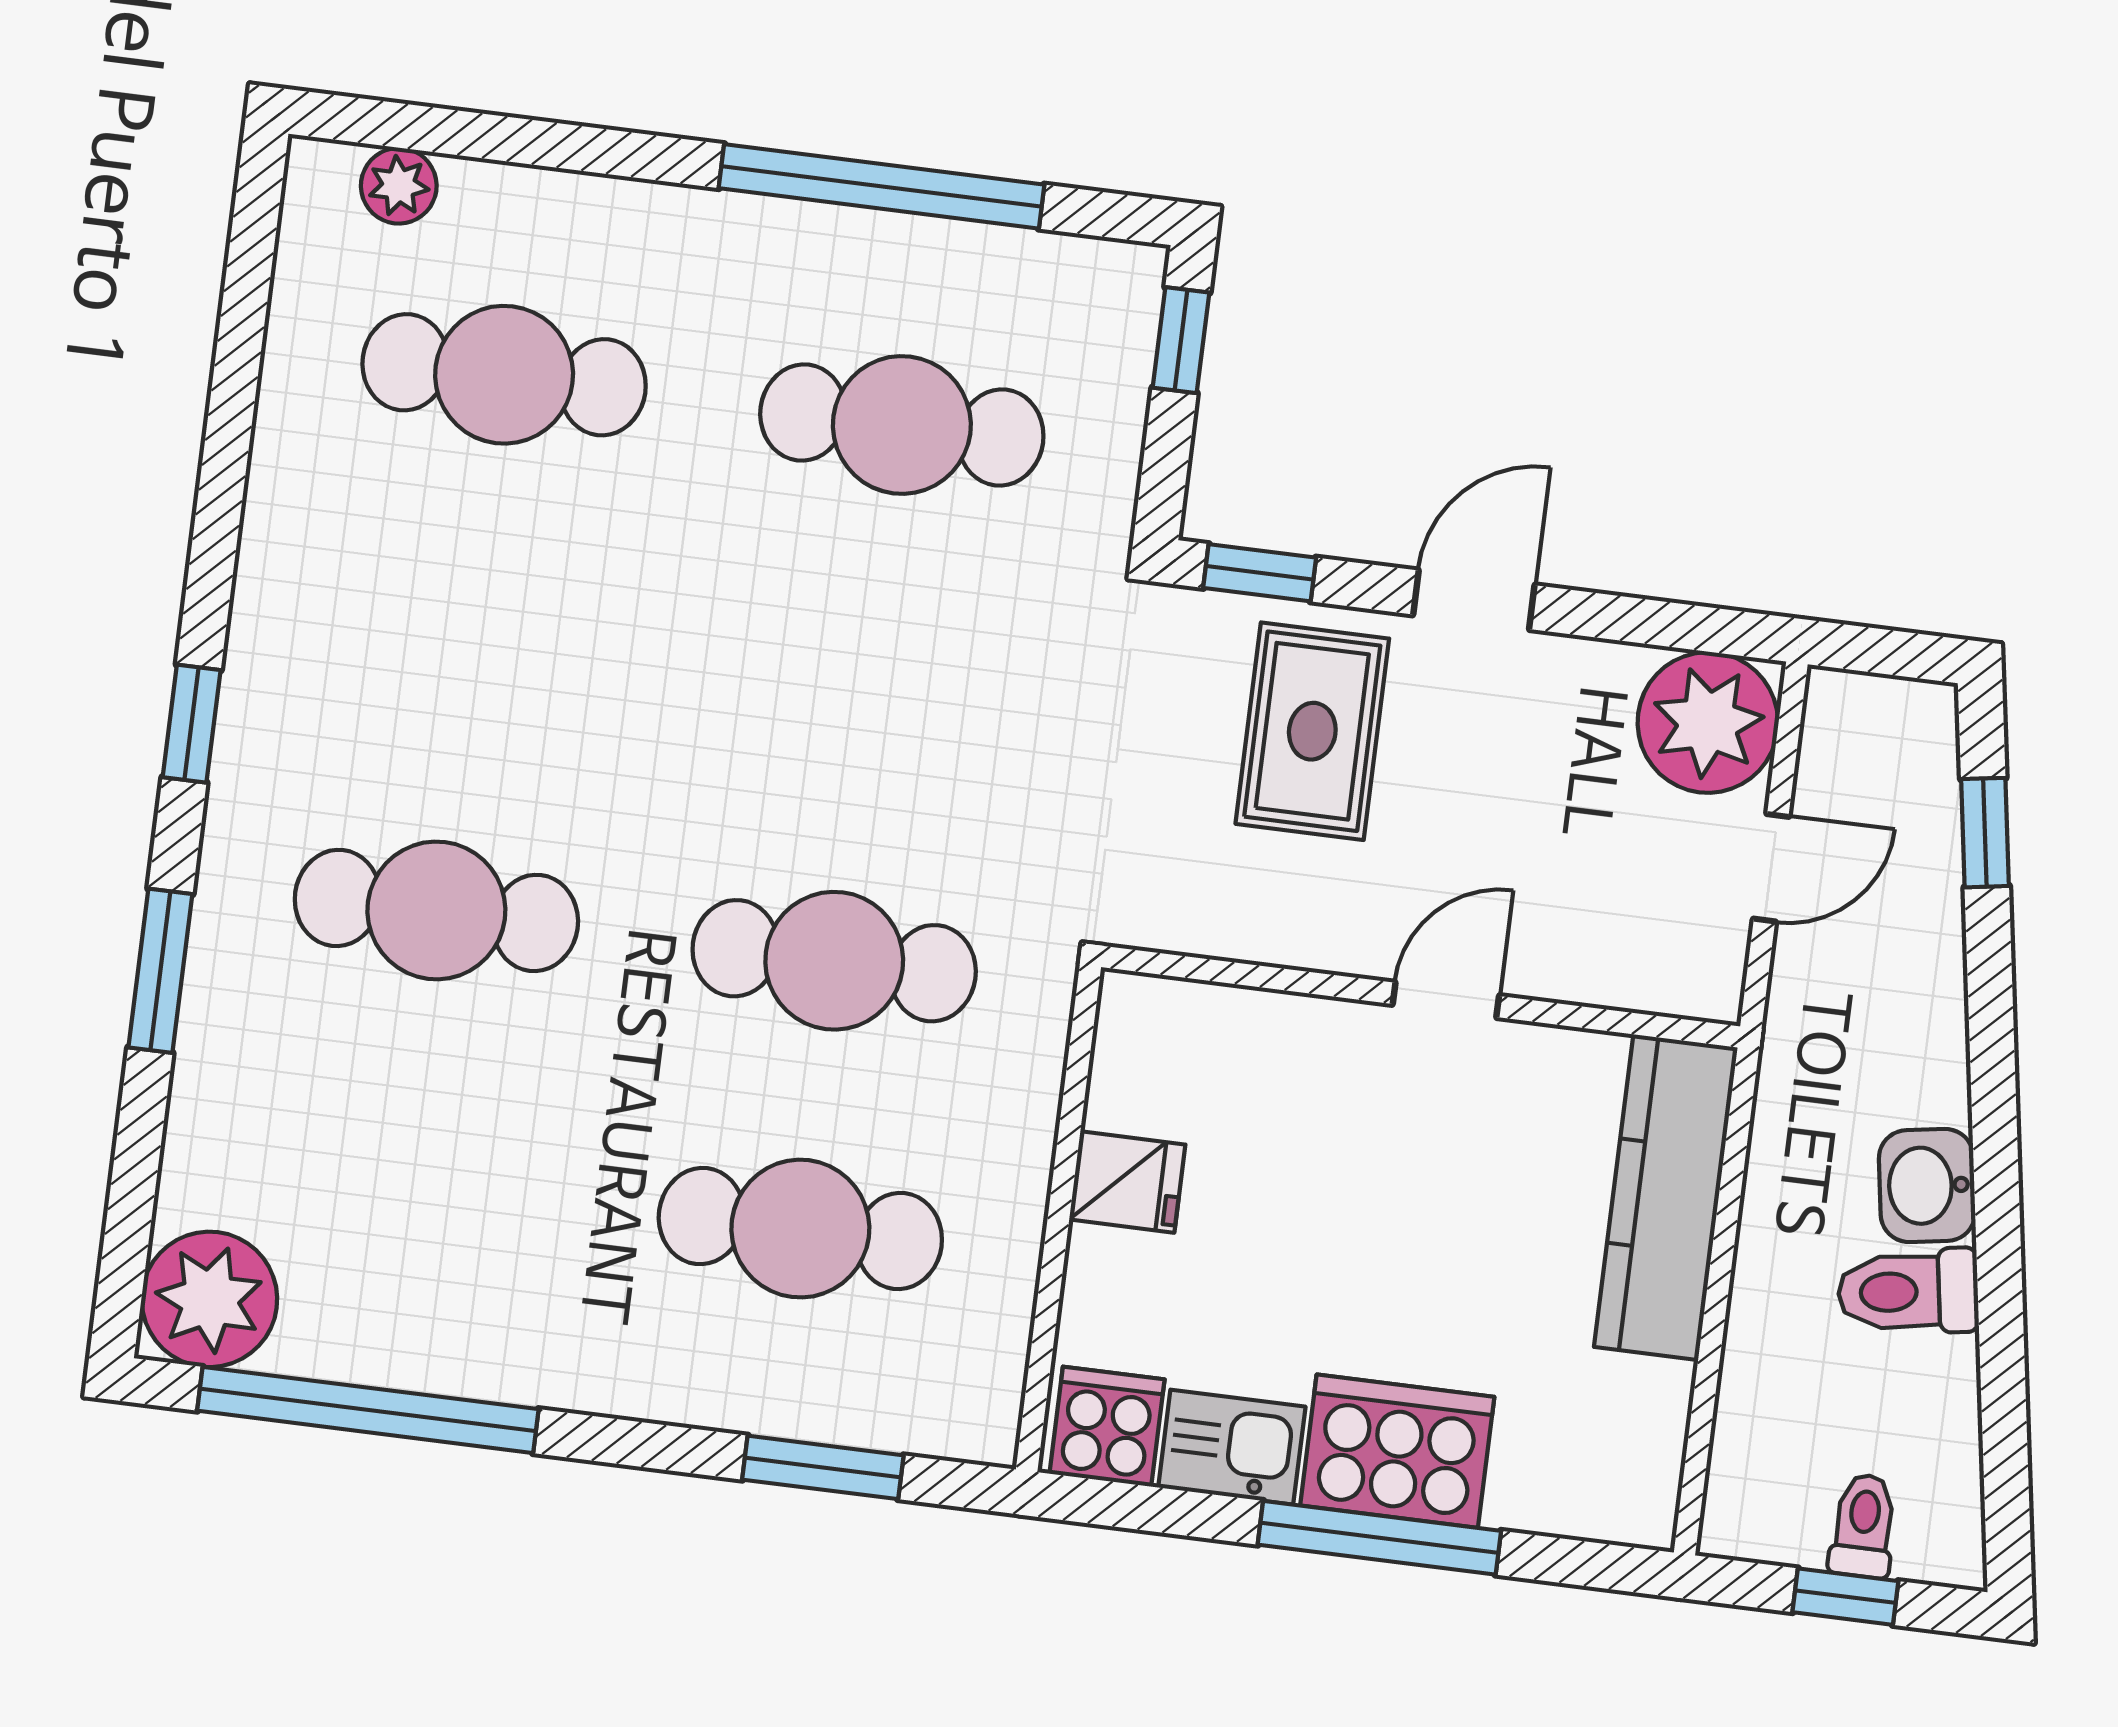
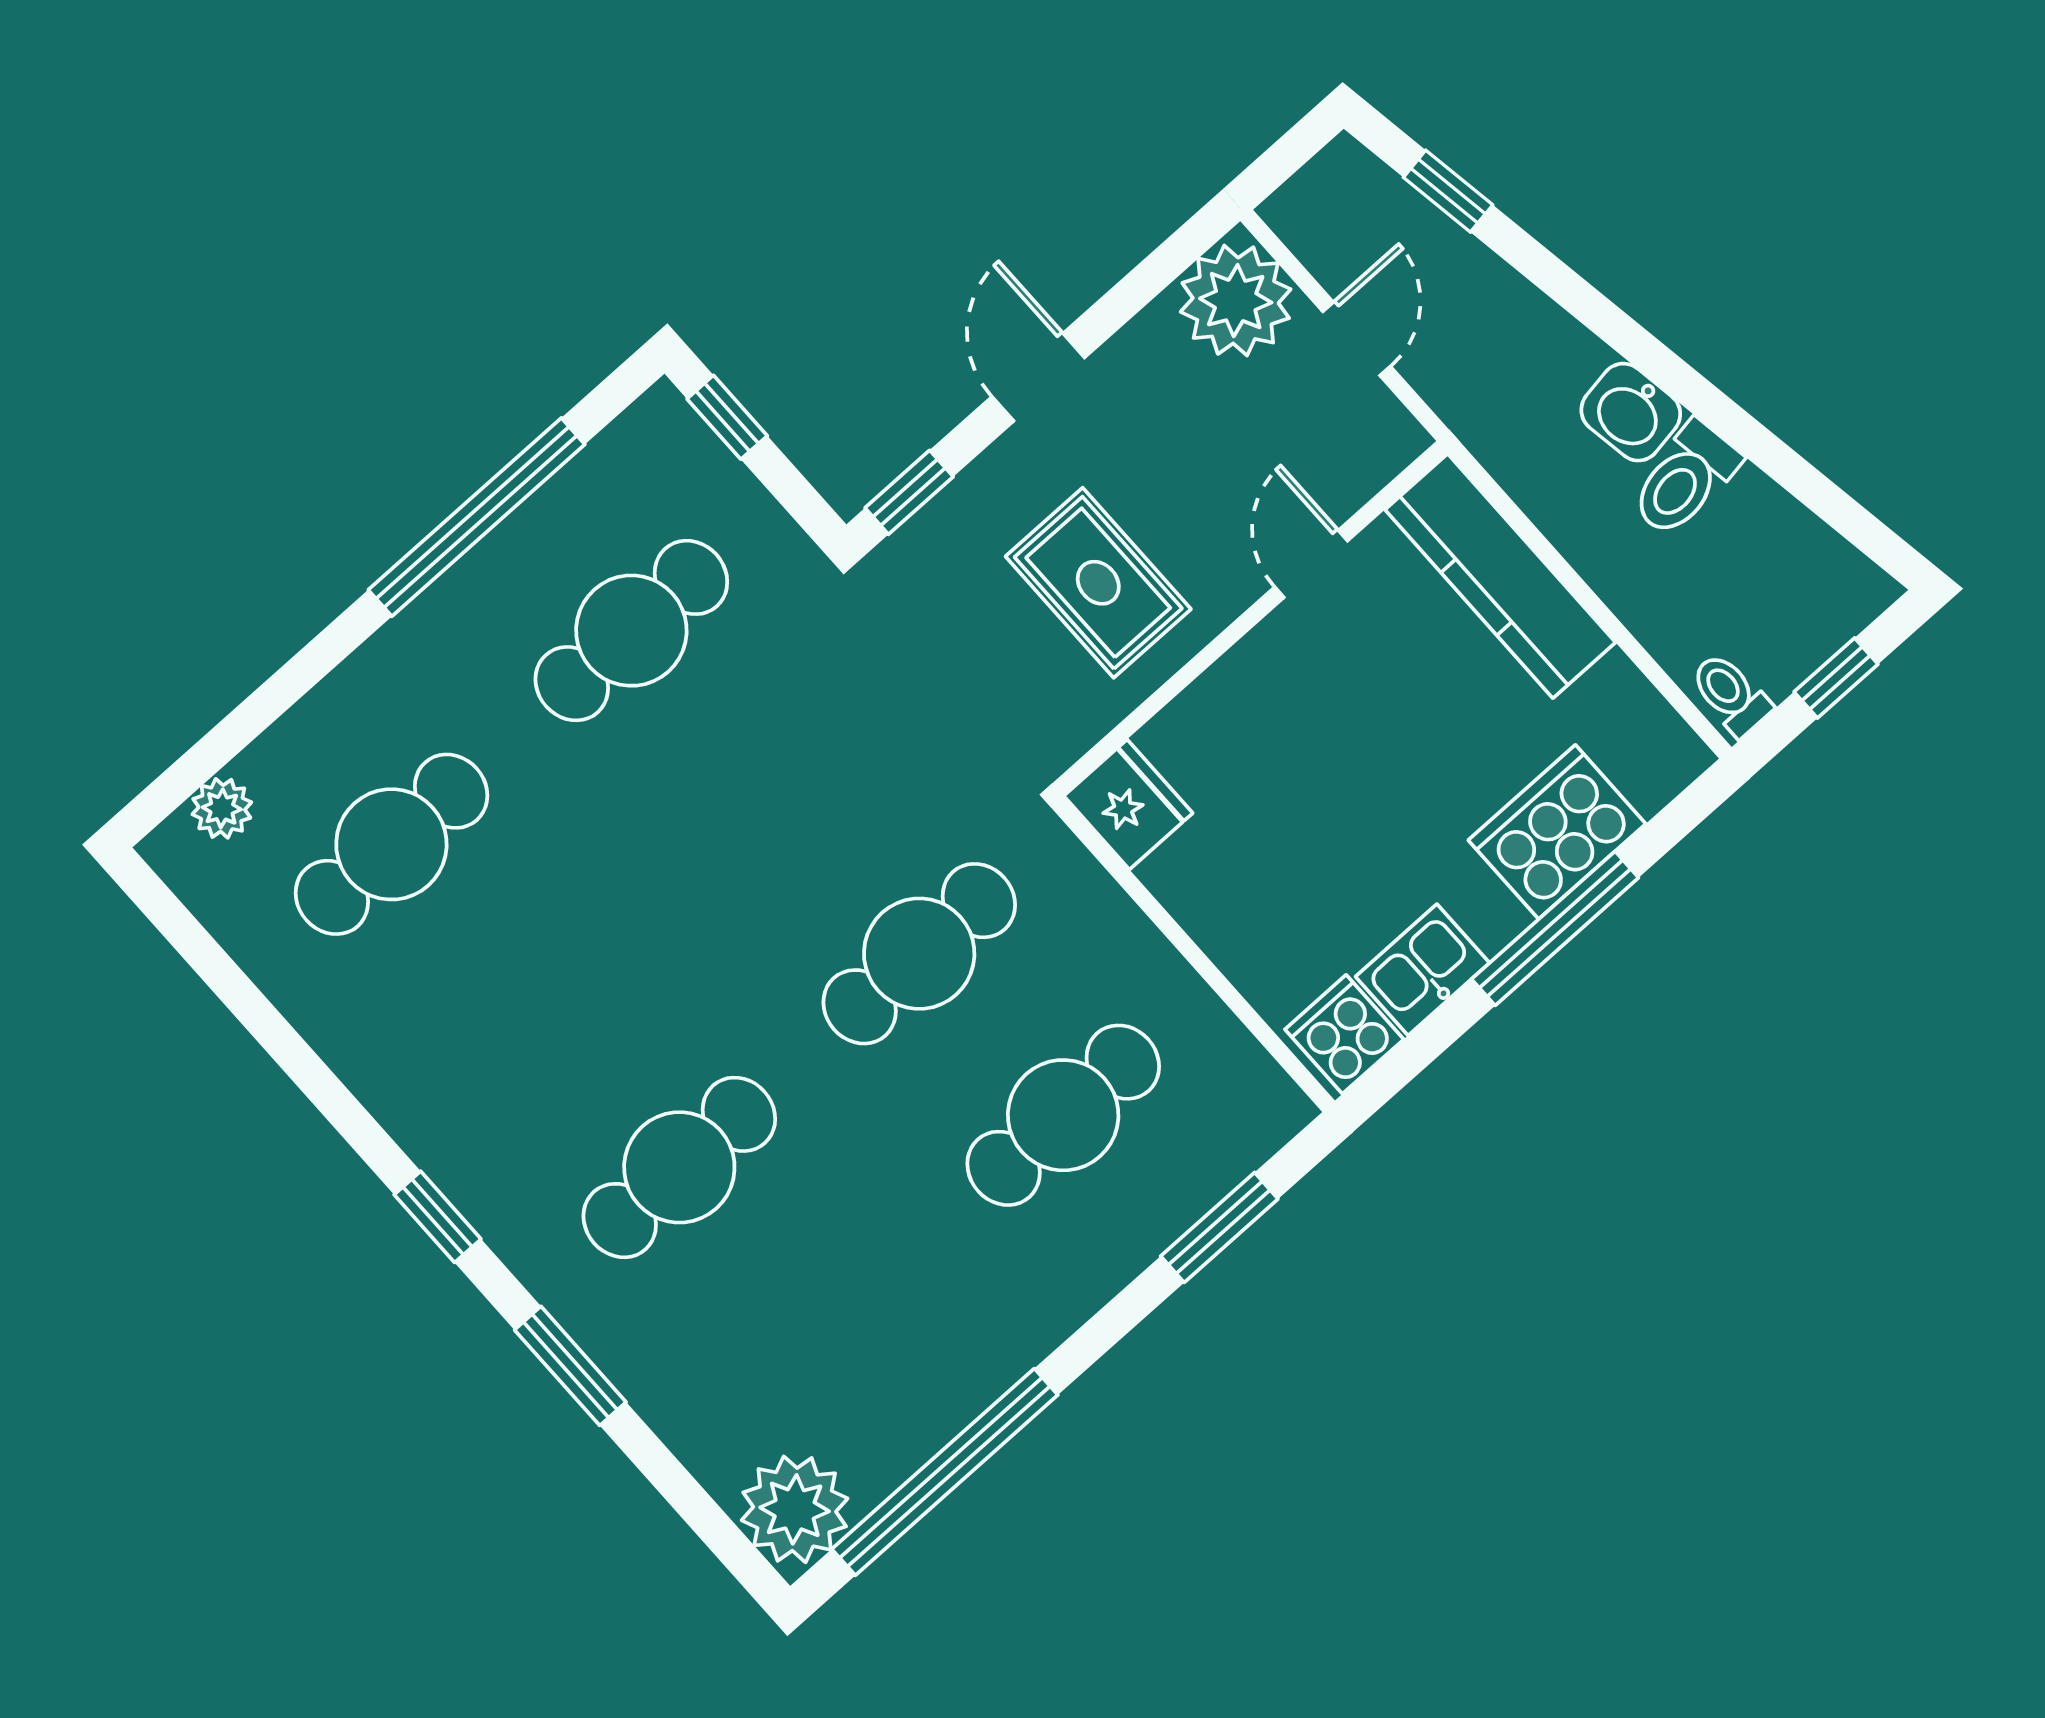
rug: (1312, 731) -> (1098, 583), moved
door: (1446, 1000) -> (1311, 564), moved
fridge: (1127, 1182) -> (1128, 804), moved, width x1.38
cooker: (1397, 1451) -> (1557, 832), moved
toilet: (1863, 1526) -> (1731, 694), moved

